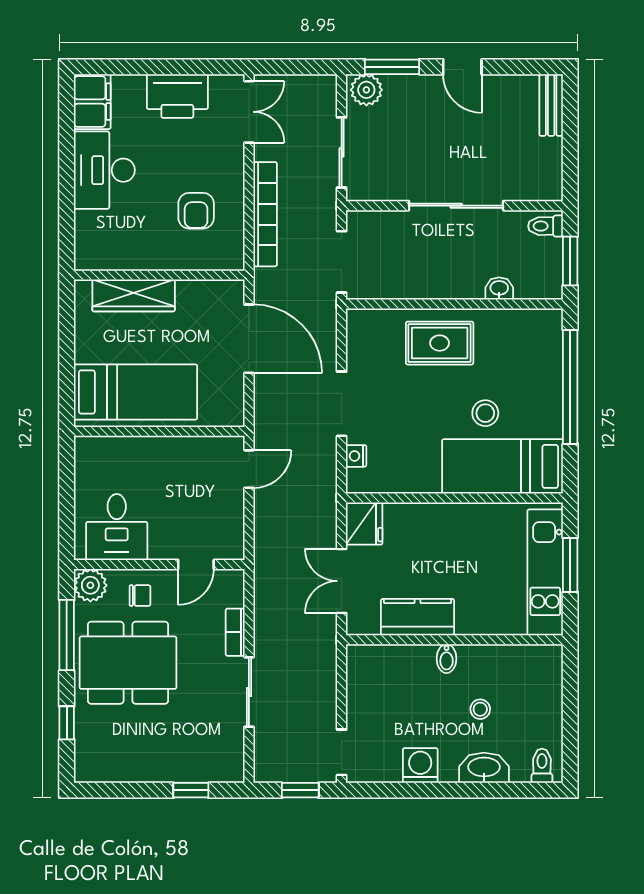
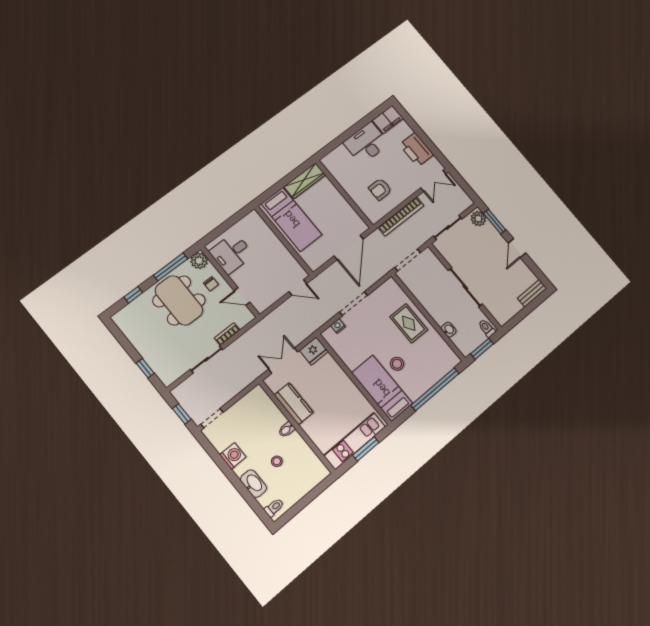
wardrobe: (134, 295) -> (305, 181), moved, turned -90

